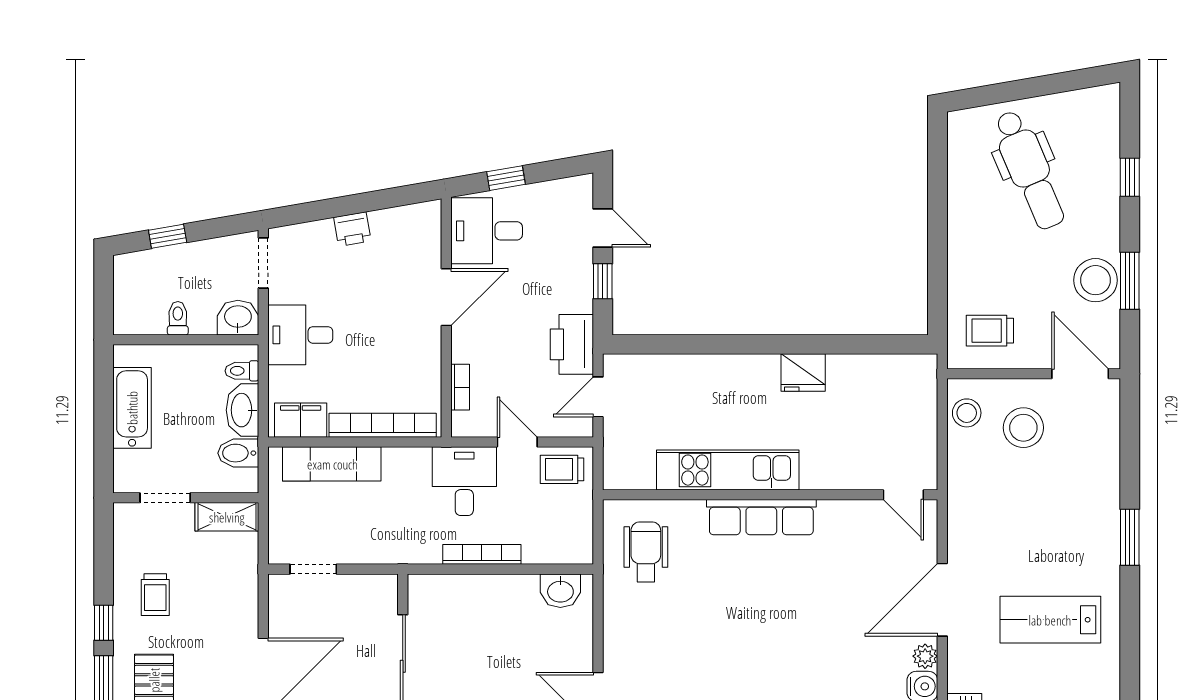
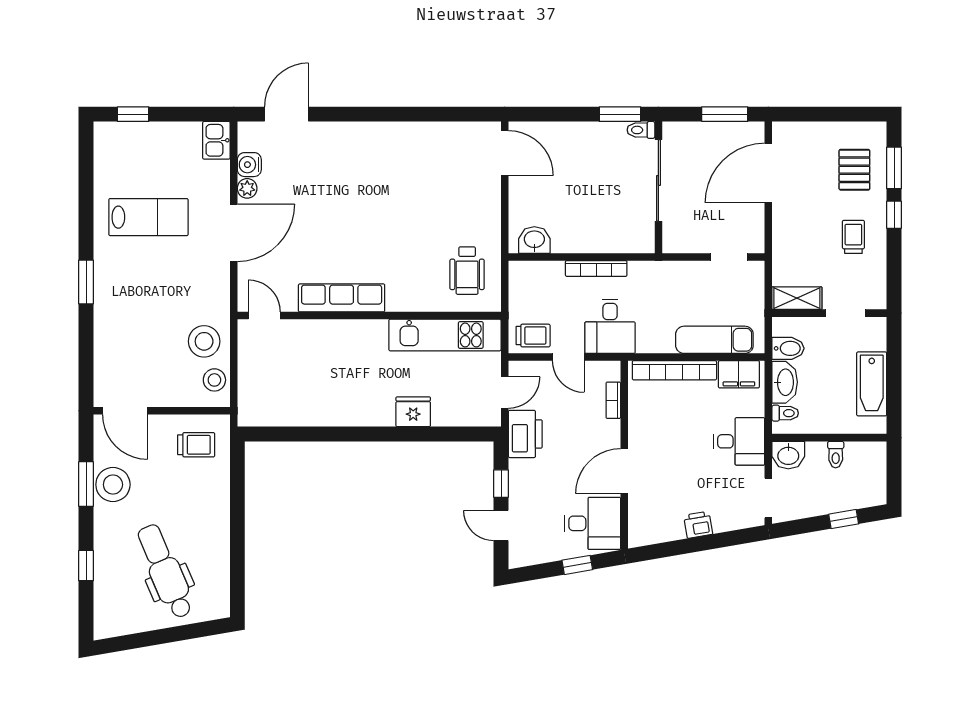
fridge: (803, 373) -> (413, 412), moved
stool: (1023, 428) -> (204, 341), moved
kitchen unit: (728, 470) -> (445, 335), moved
row of seats: (761, 517) -> (342, 298), moved

